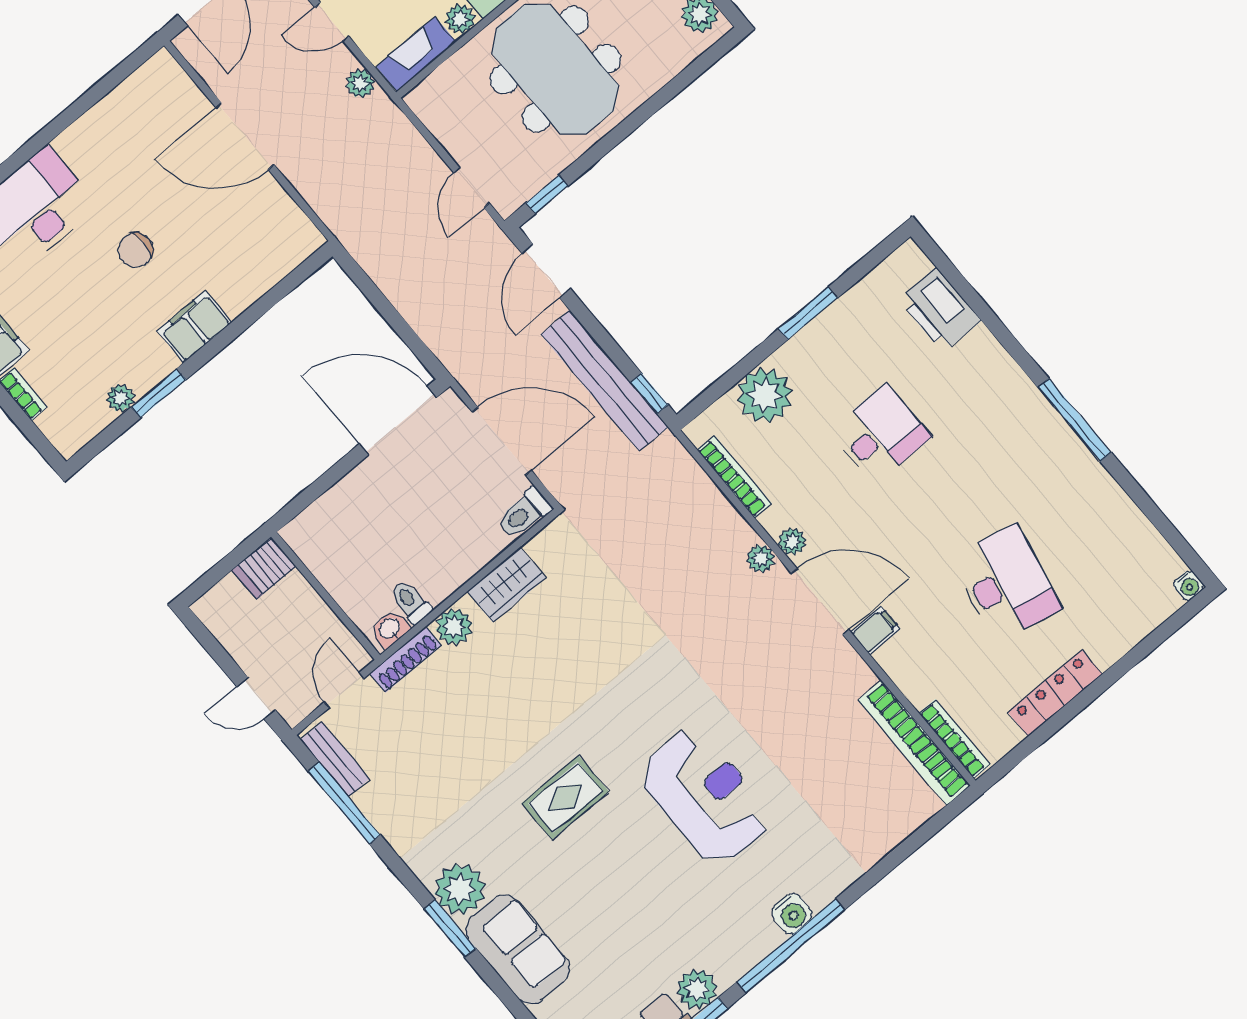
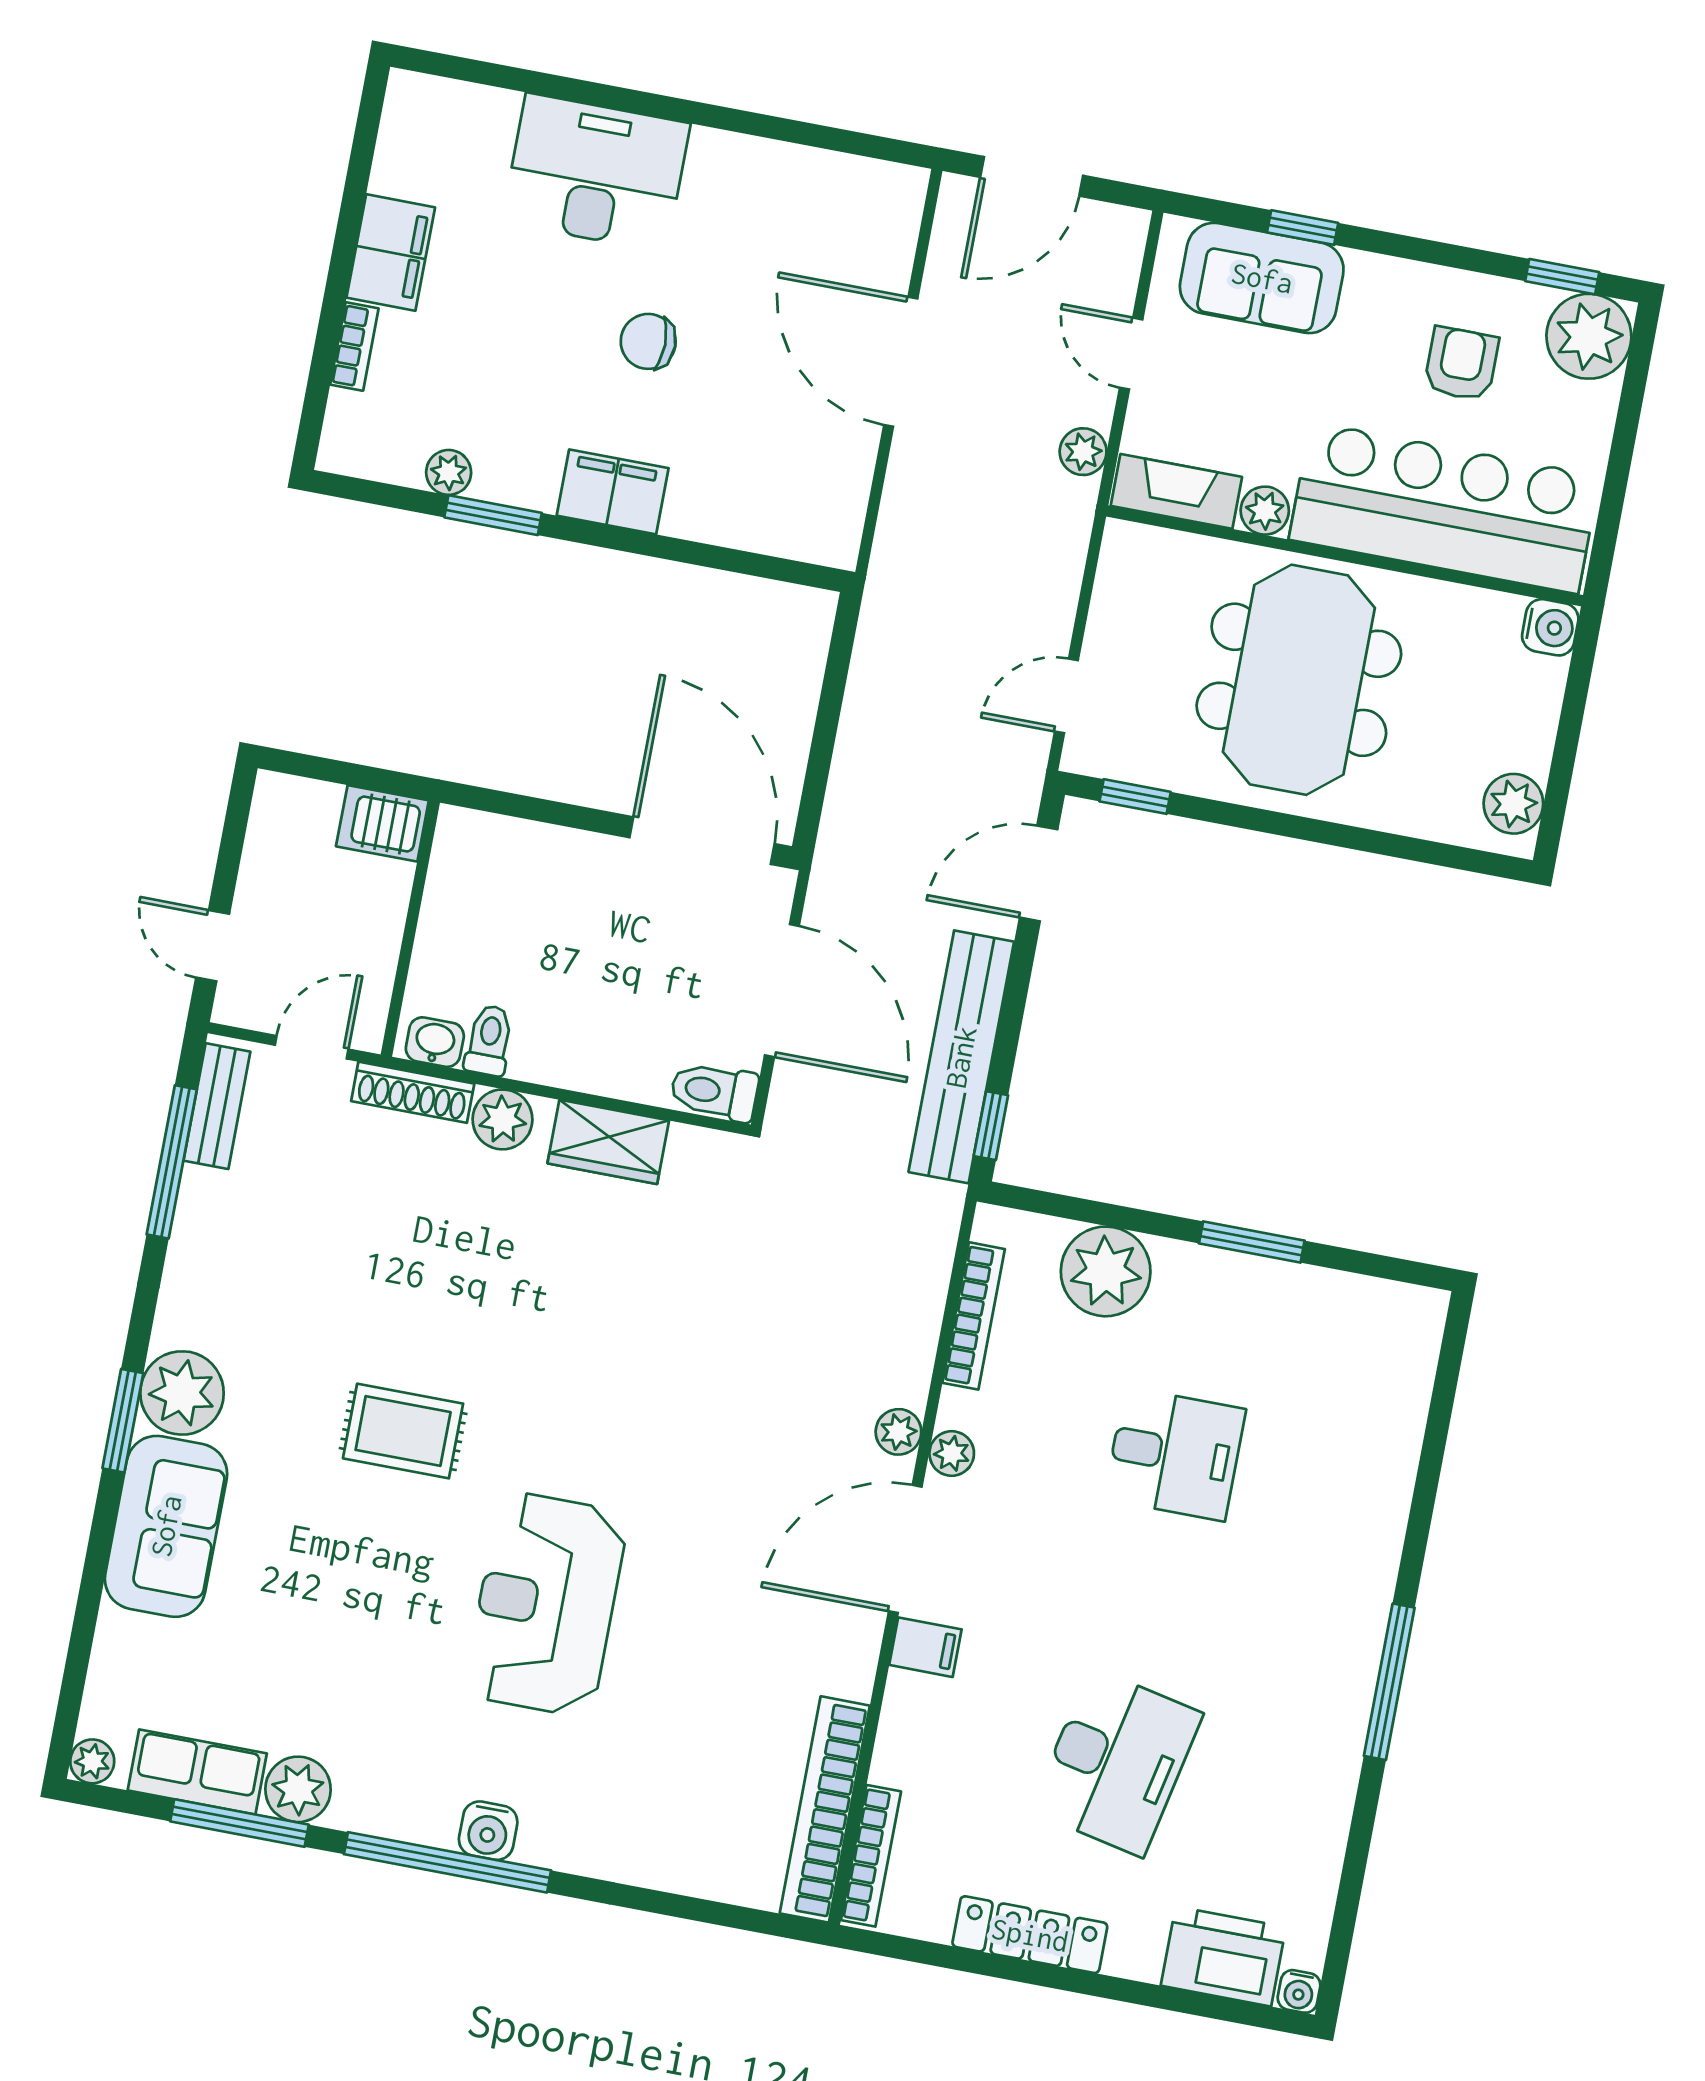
printer: (940, 310) -> (1223, 1956), moved, turned 90
door: (820, 601) -> (905, 1549), swing flipped
reception desk: (705, 796) -> (546, 1604), turned 180

